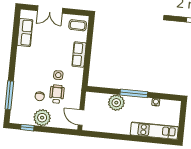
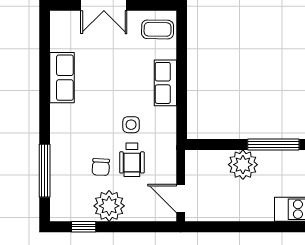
row of seats: (25, 33) -> (62, 78), moved
wheelchair: (57, 94) -> (132, 160), turned 180

